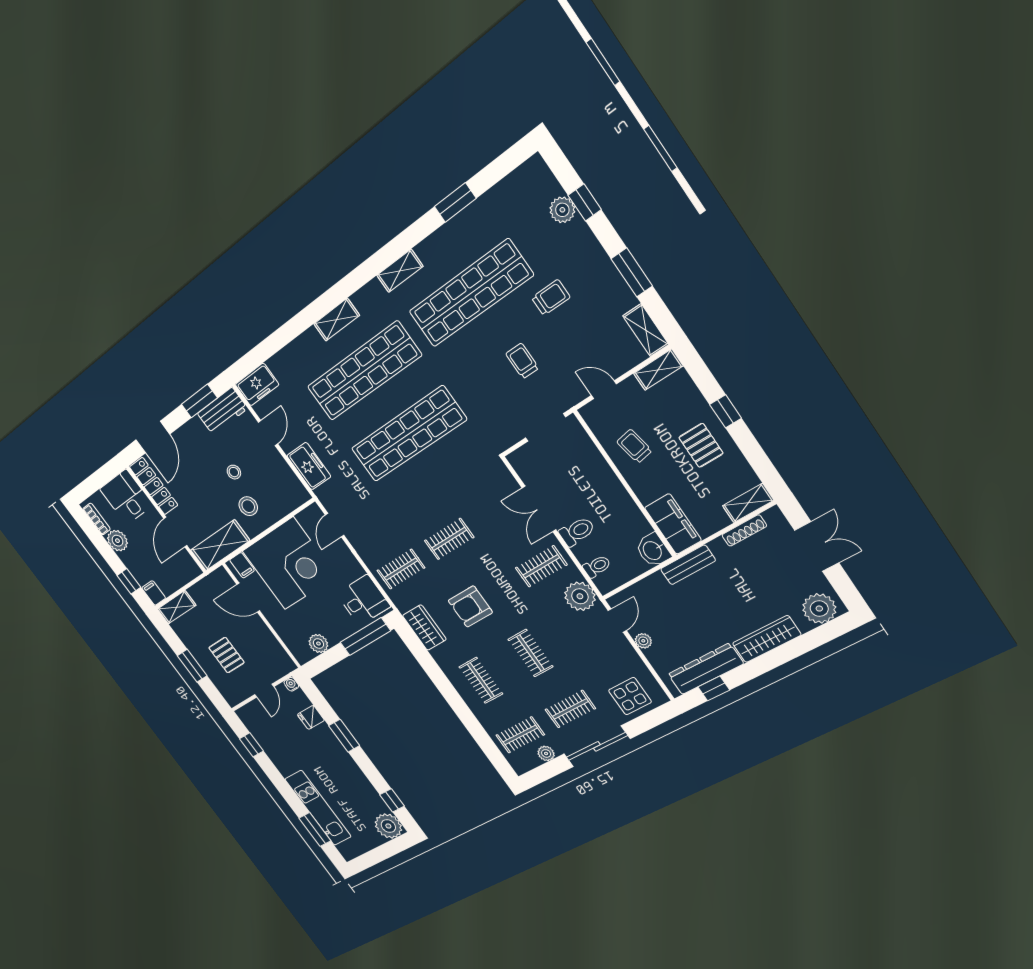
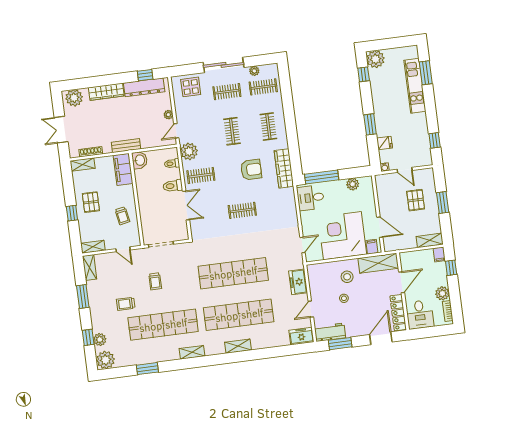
plant: (533, 178) -> (106, 360), added
clothes rail: (401, 569) -> (279, 206), removed
wardrobe: (424, 628) -> (284, 168), width x1.50
door: (264, 691) -> (405, 170), swing flipped

